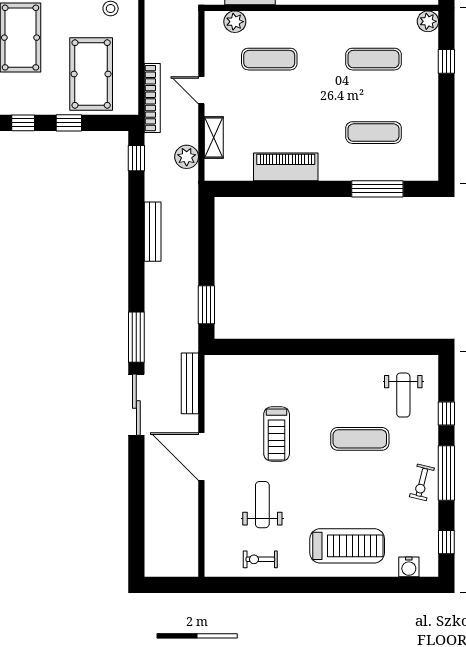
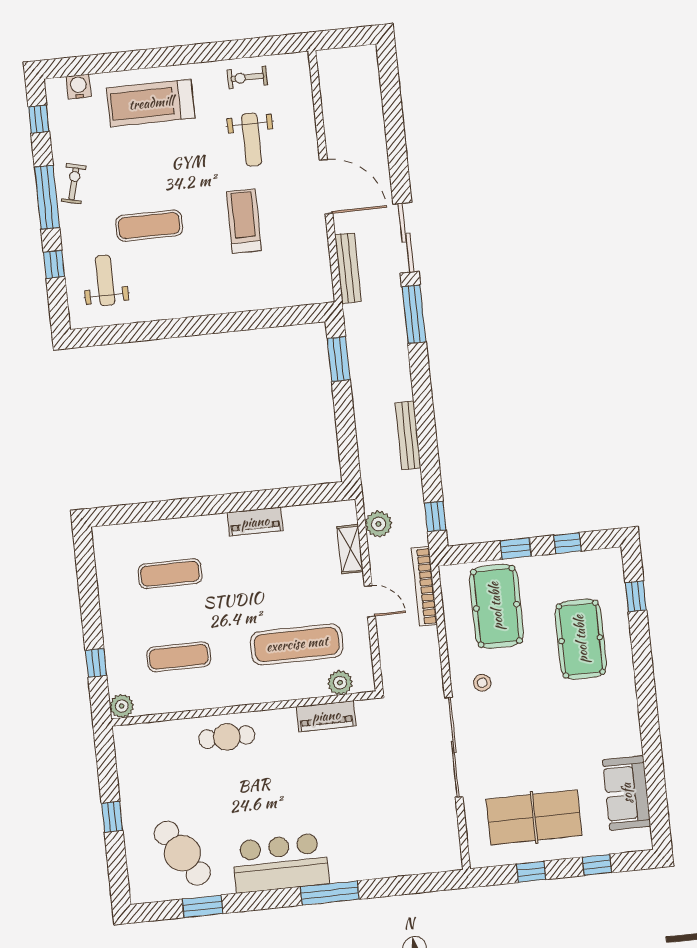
exercise mat: (269, 59) -> (297, 644), width x1.36, depth x1.45
piano: (286, 167) -> (255, 522), width x0.73, depth x0.75
window: (377, 189) -> (159, 510), removed
exercise bike: (260, 559) -> (247, 77), turned 180

